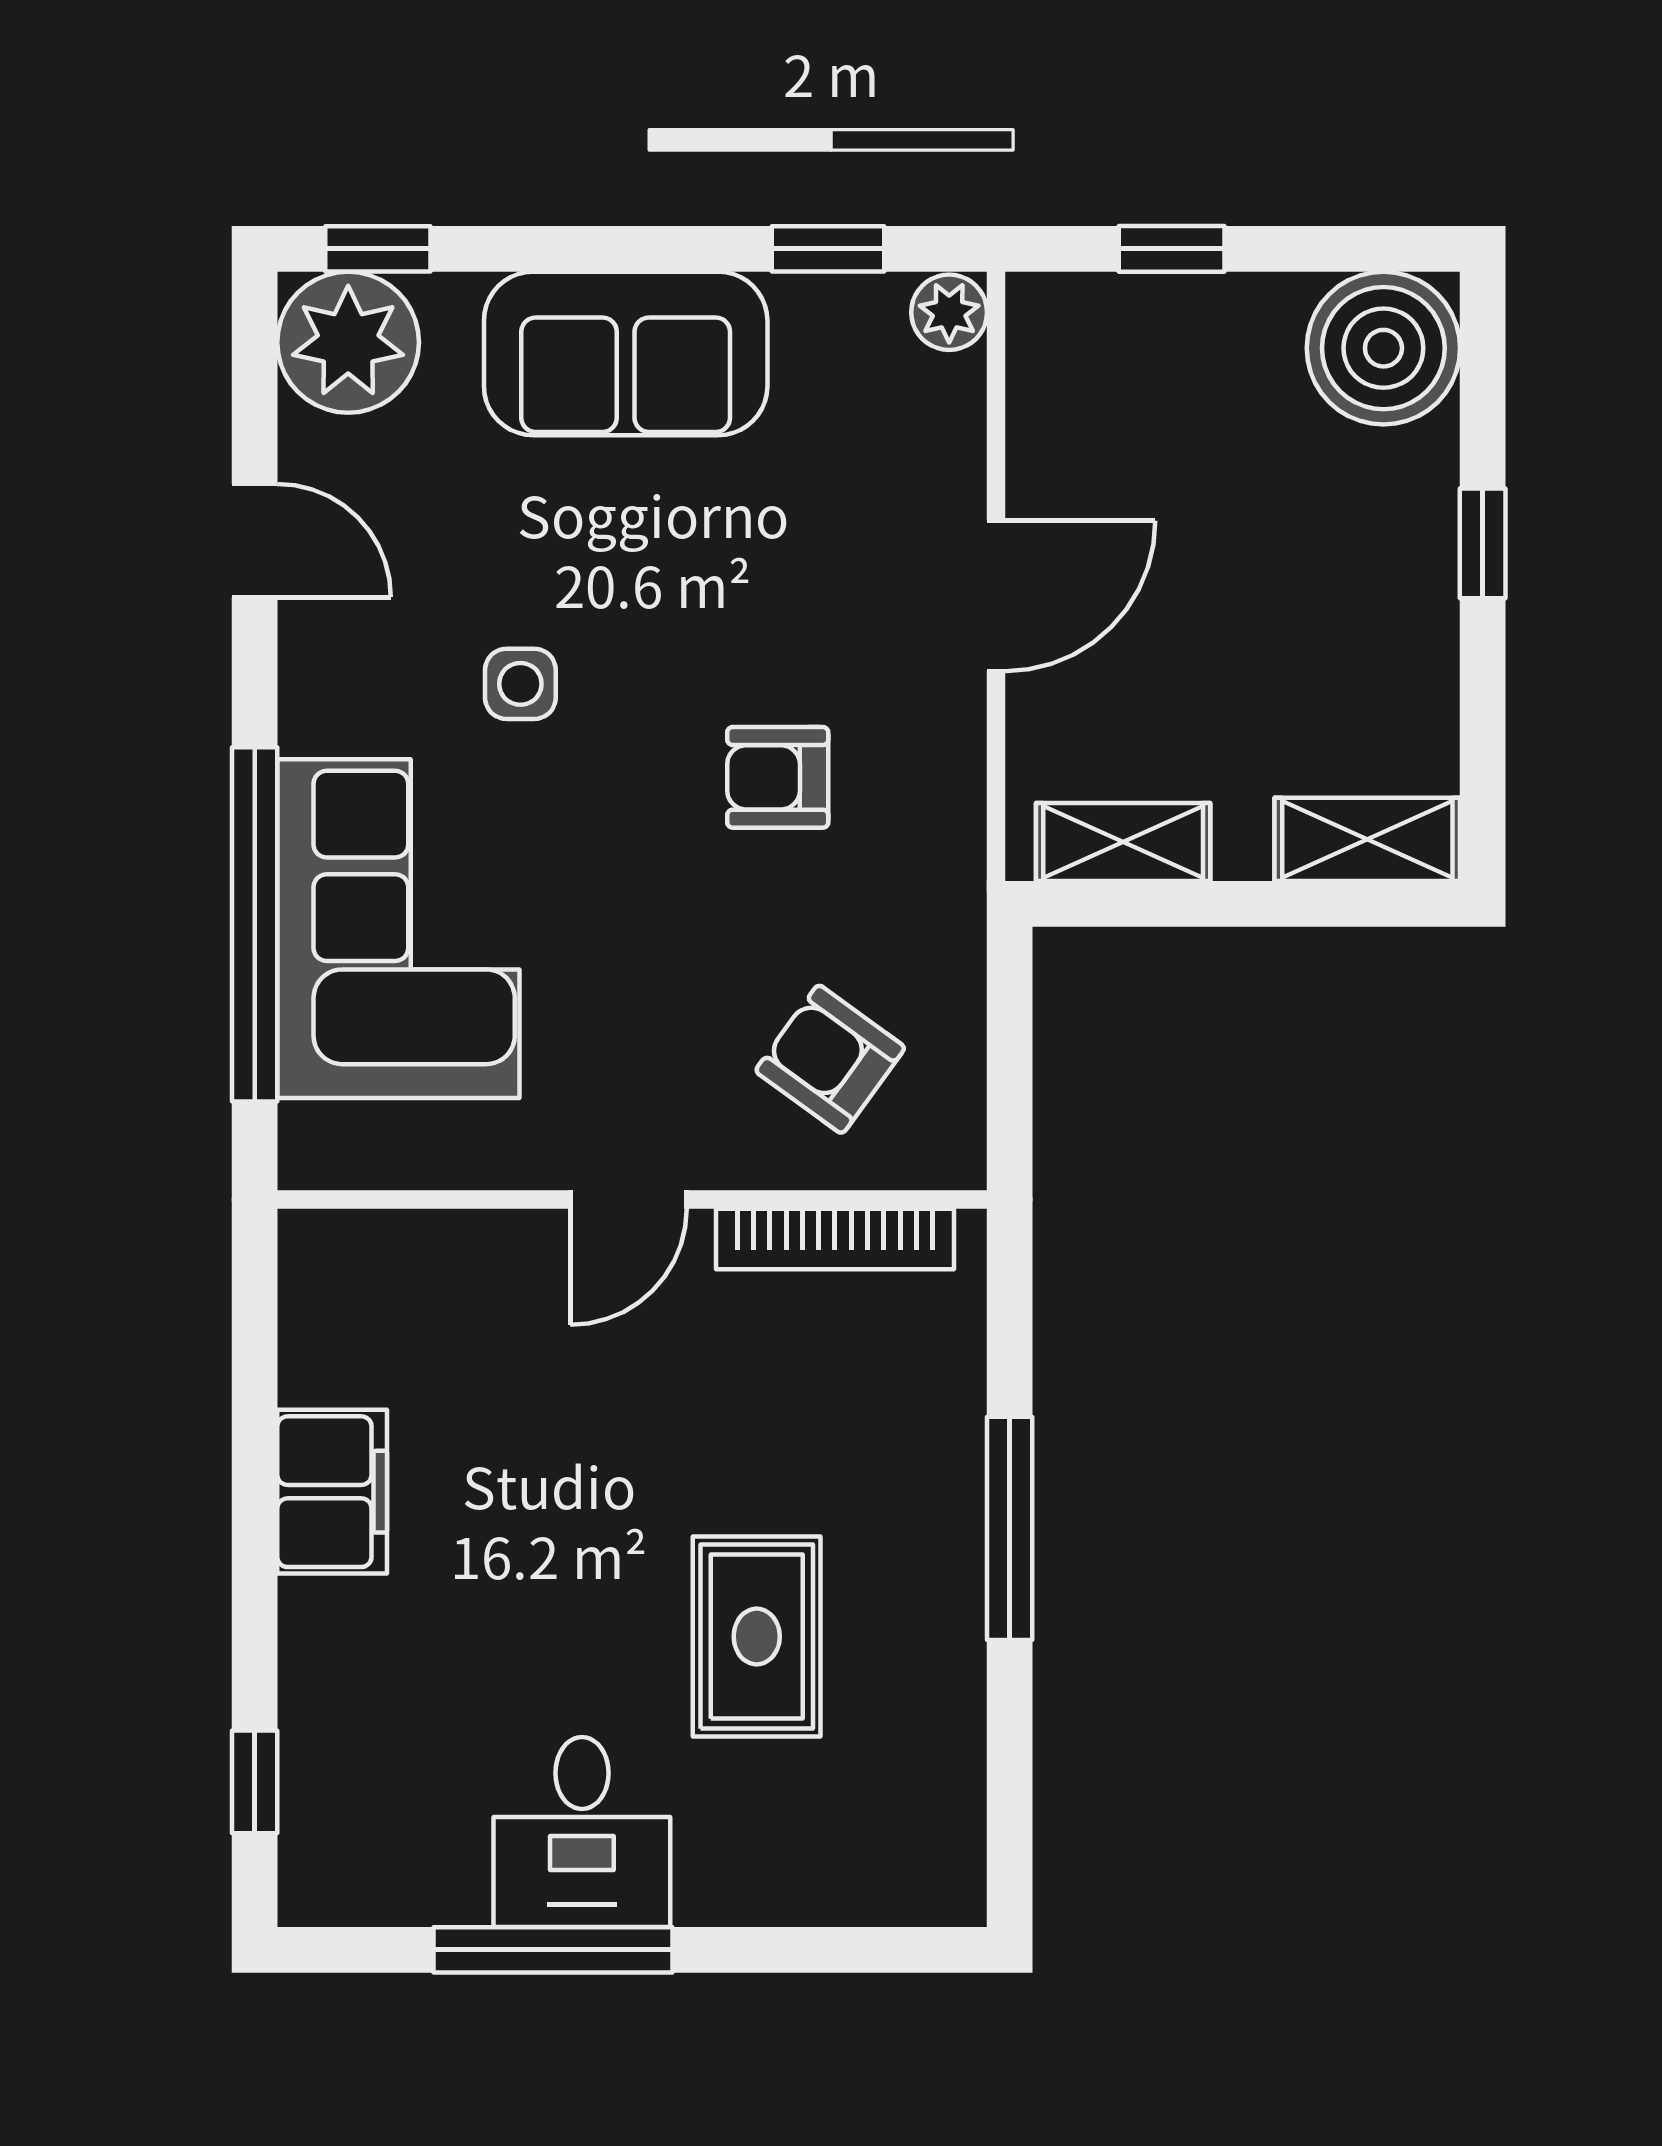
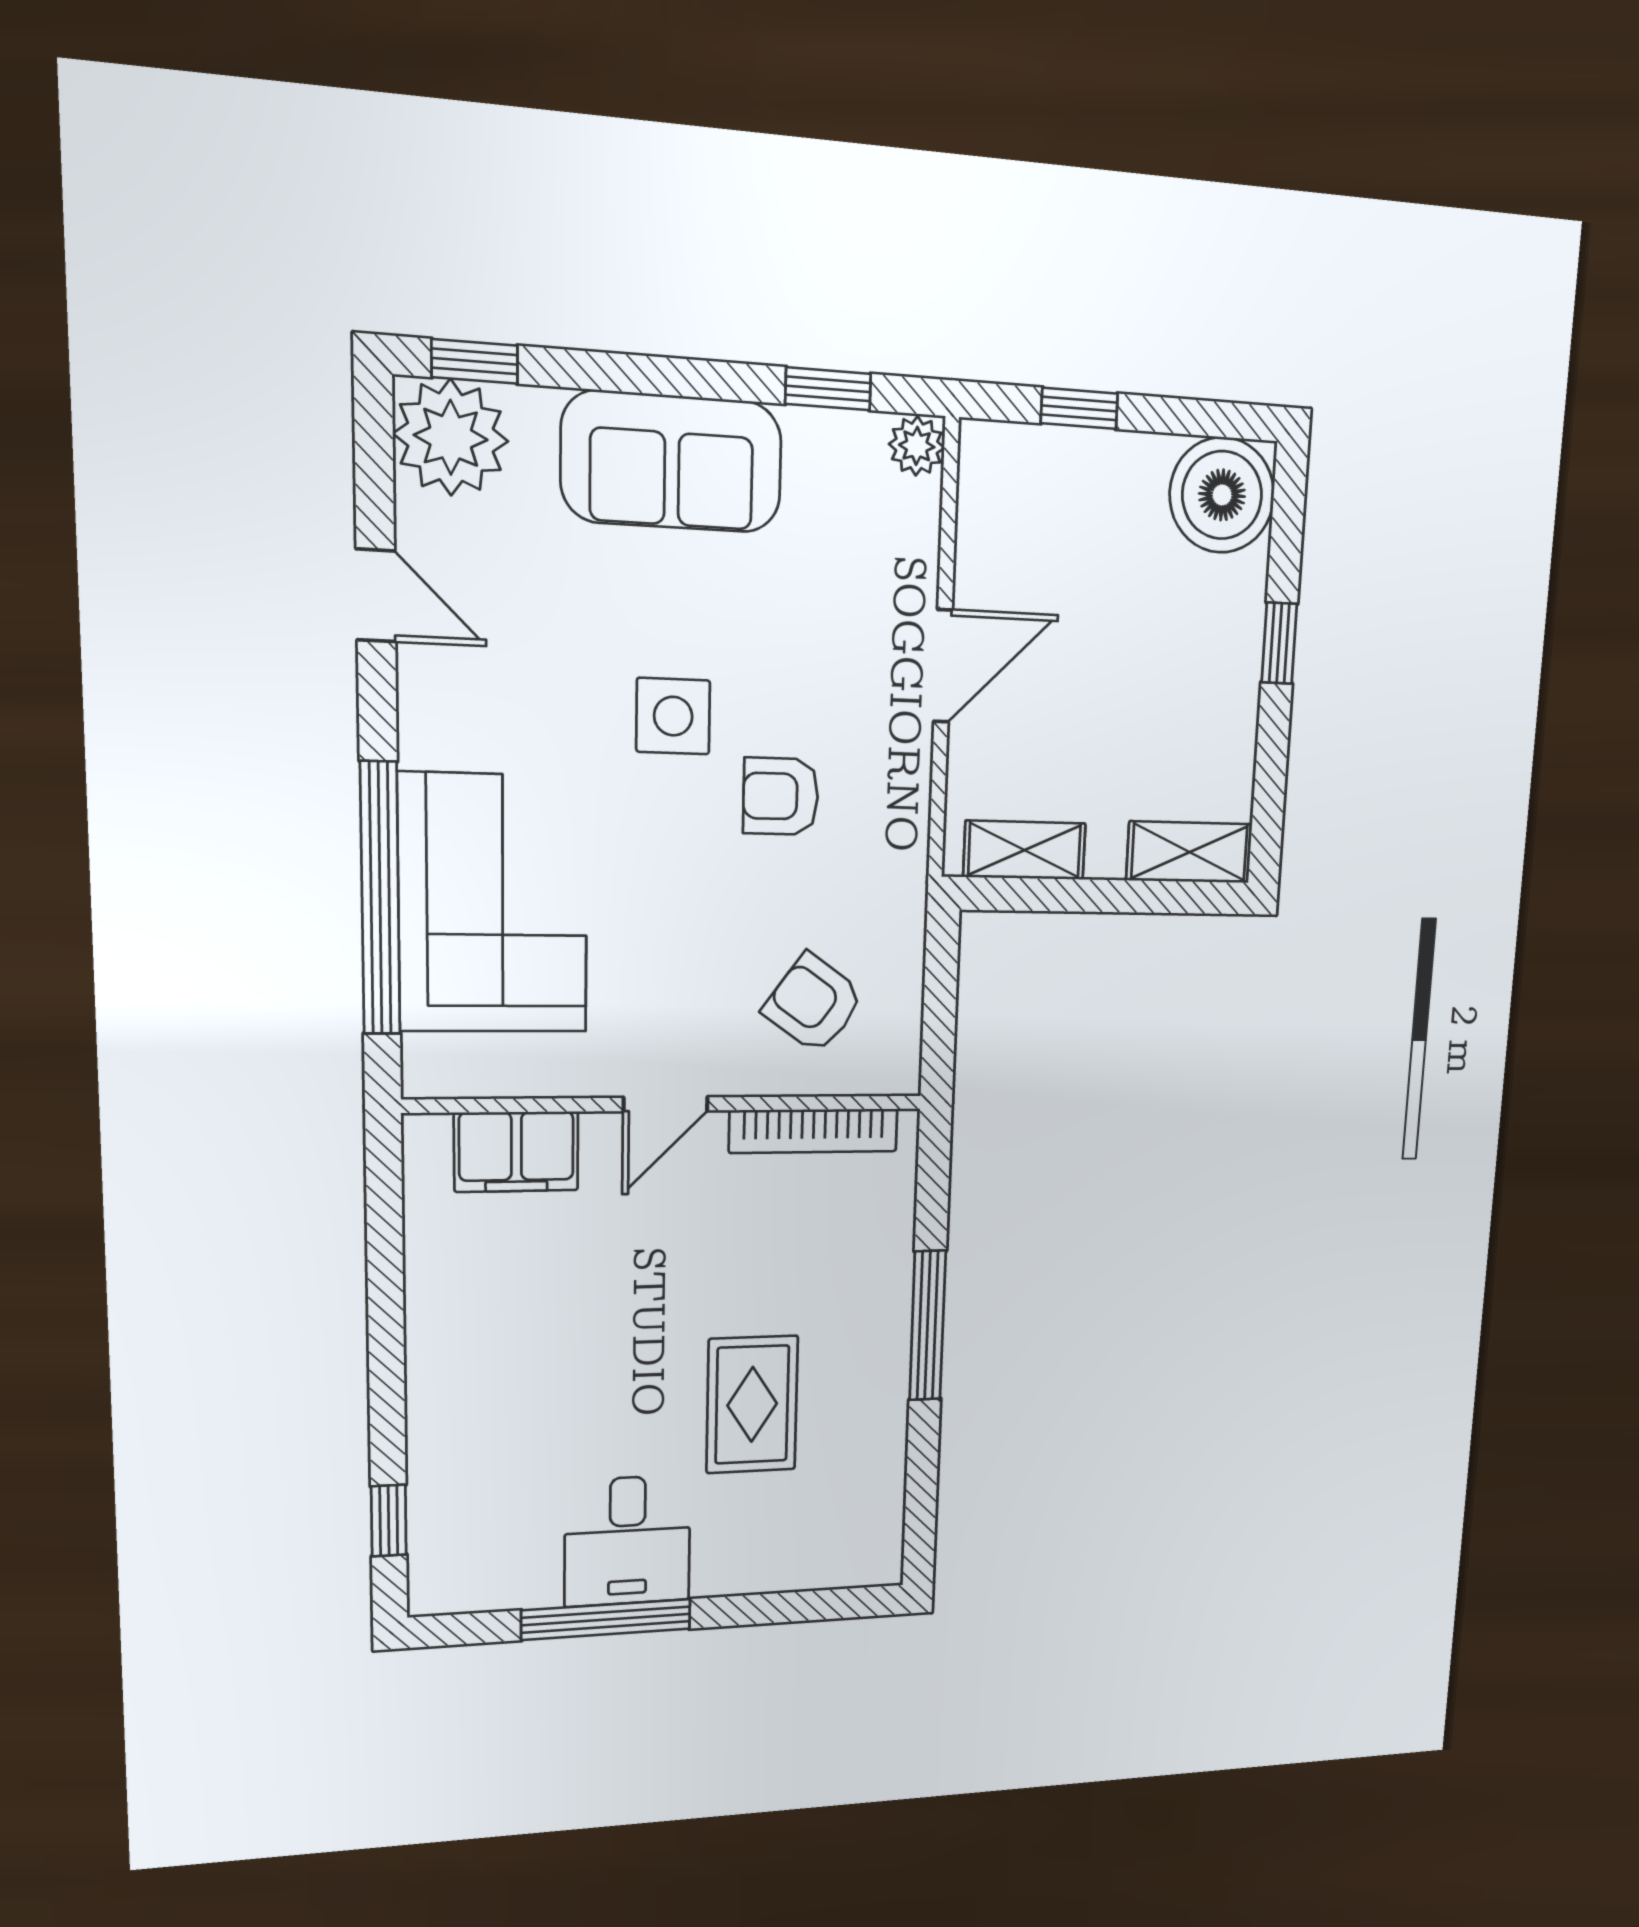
side table: (520, 684) -> (673, 716), moved, width x1.37, depth x1.37
filing cabinet: (332, 1492) -> (516, 1152), moved, turned 90

